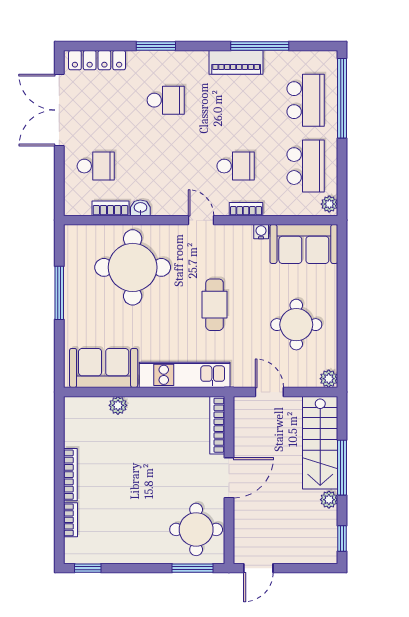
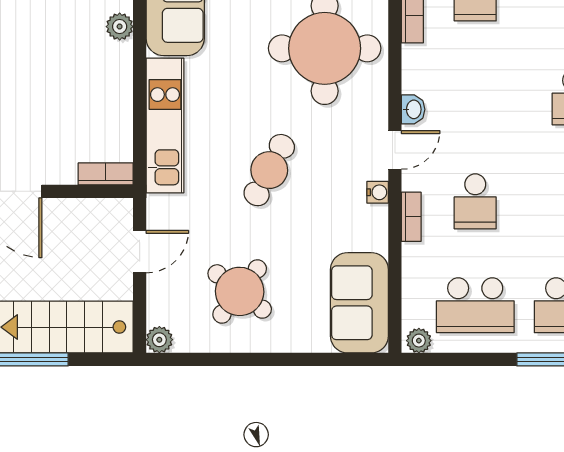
washbasin: (140, 208) -> (413, 109), moved
water cooler: (261, 232) -> (378, 192), moved
cafe table: (215, 305) -> (269, 170), turned -62
round table: (296, 325) -> (240, 291), turned 38
bookcase: (217, 425) -> (106, 174), width x0.64

